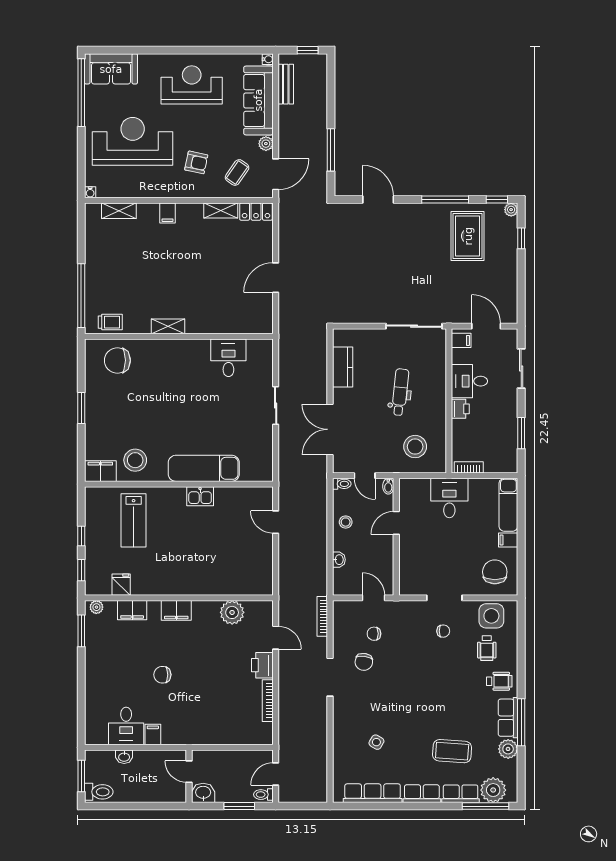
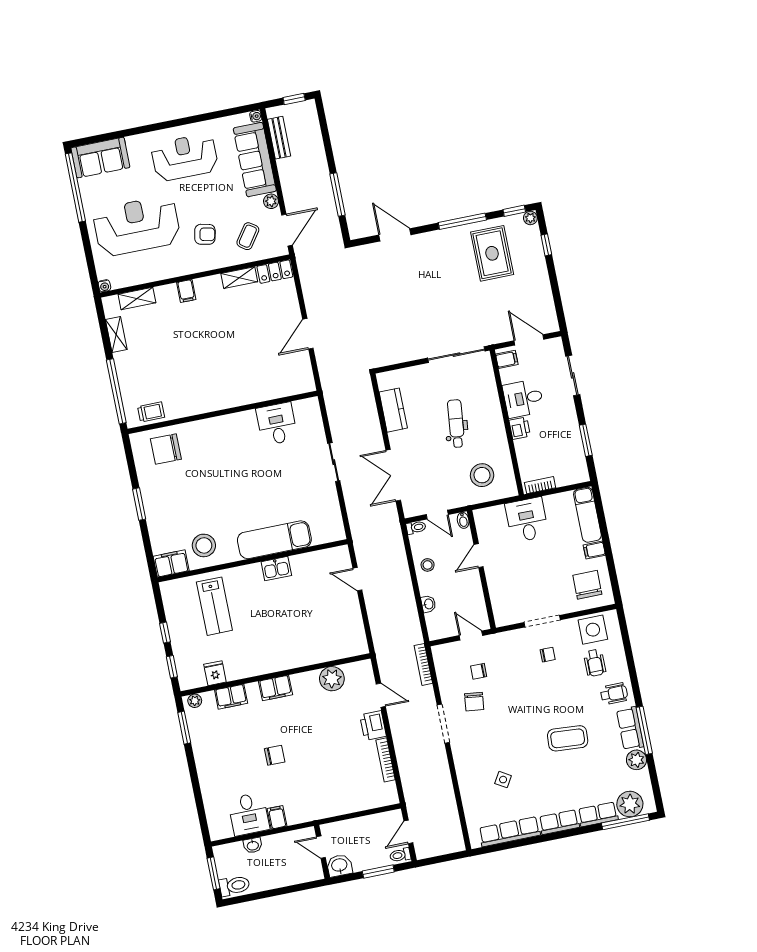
shelving: (168, 326) -> (116, 335), moved, turned 90
chair: (162, 675) -> (275, 755), turned 180
coffee table: (452, 751) -> (568, 738), moved

